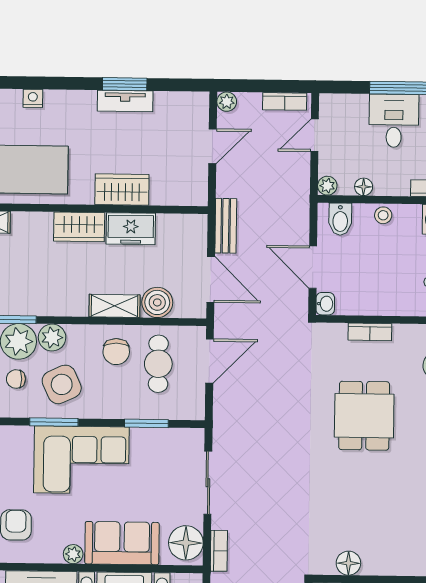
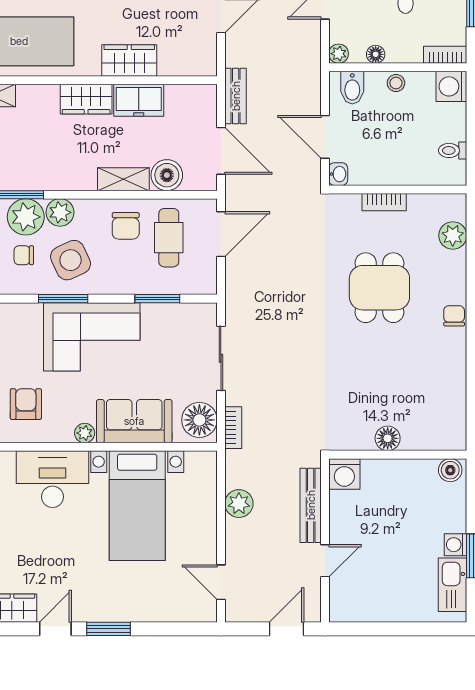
floor lamp: (348, 563) -> (388, 438), moved

